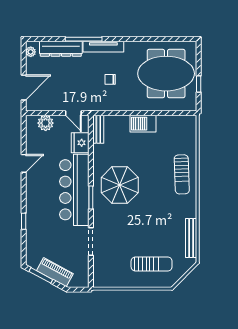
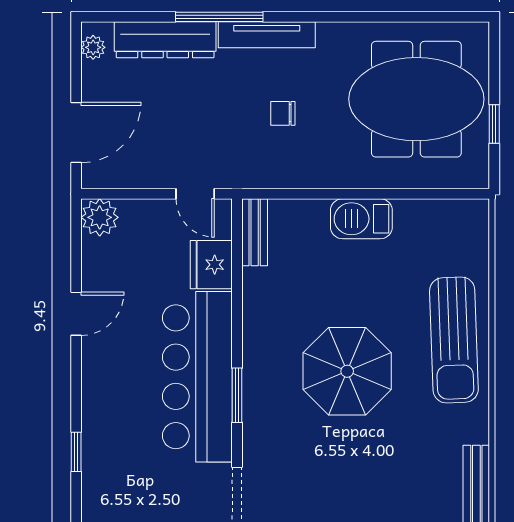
plant: (46, 123) -> (100, 217), moved
sun lounger: (182, 174) -> (454, 340), width x1.36, depth x1.34
parasol: (120, 185) -> (347, 371), moved

